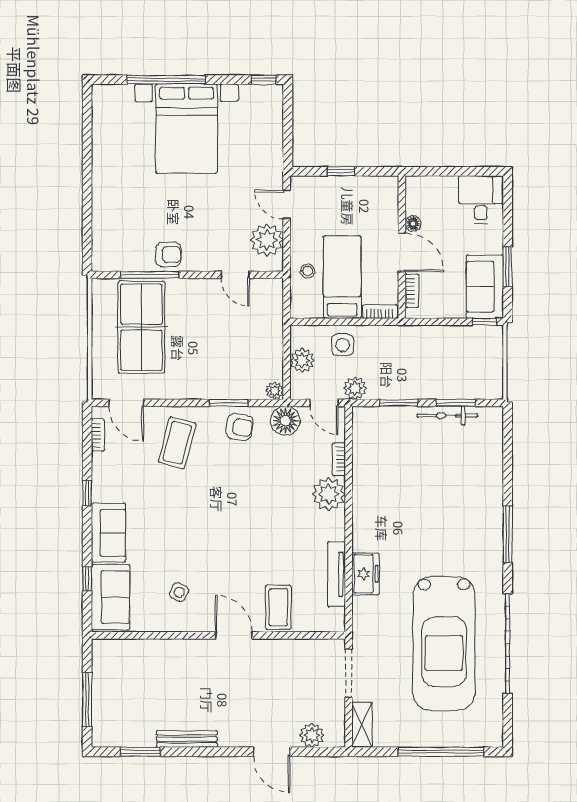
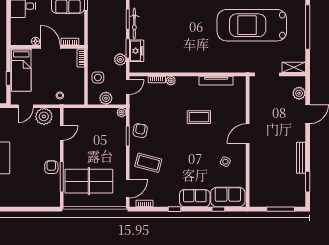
door: (402, 252) -> (50, 47), hinge flipped
bed: (342, 277) -> (21, 70), moved, turned -90
plant: (355, 388) -> (120, 59), moved
floor lamp: (285, 421) -> (137, 107), removed
plant: (329, 494) -> (171, 81), width x0.53, depth x0.53
freezer: (365, 574) -> (136, 51), moved, turned 90
coffee table: (278, 607) -> (199, 117), moved
car: (444, 644) -> (252, 25), turned 180

